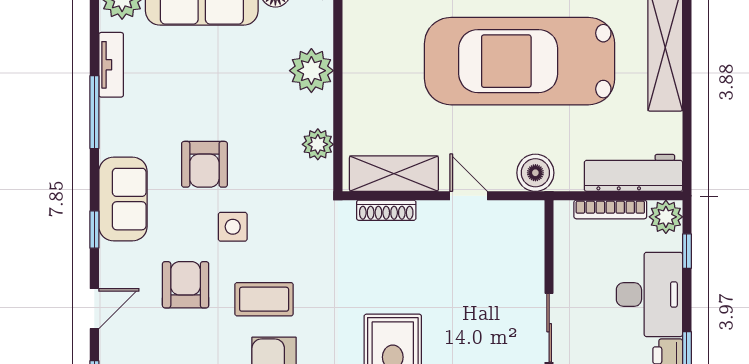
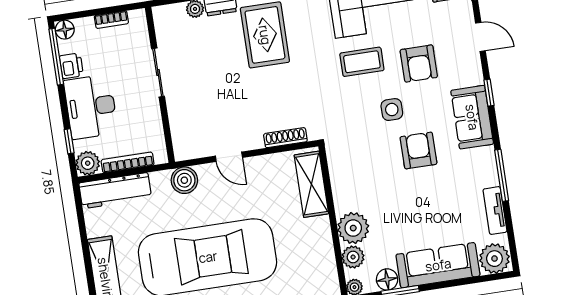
plant: (318, 144) -> (353, 257), moved
shelving: (394, 174) -> (311, 184), moved, turned 90
door: (94, 309) -> (480, 37), swing flipped

